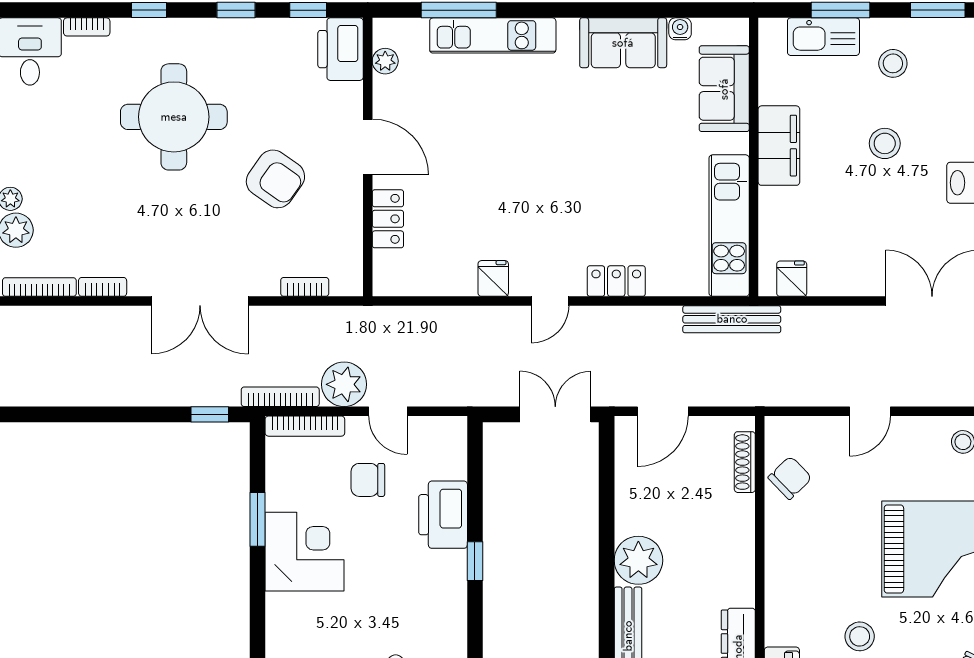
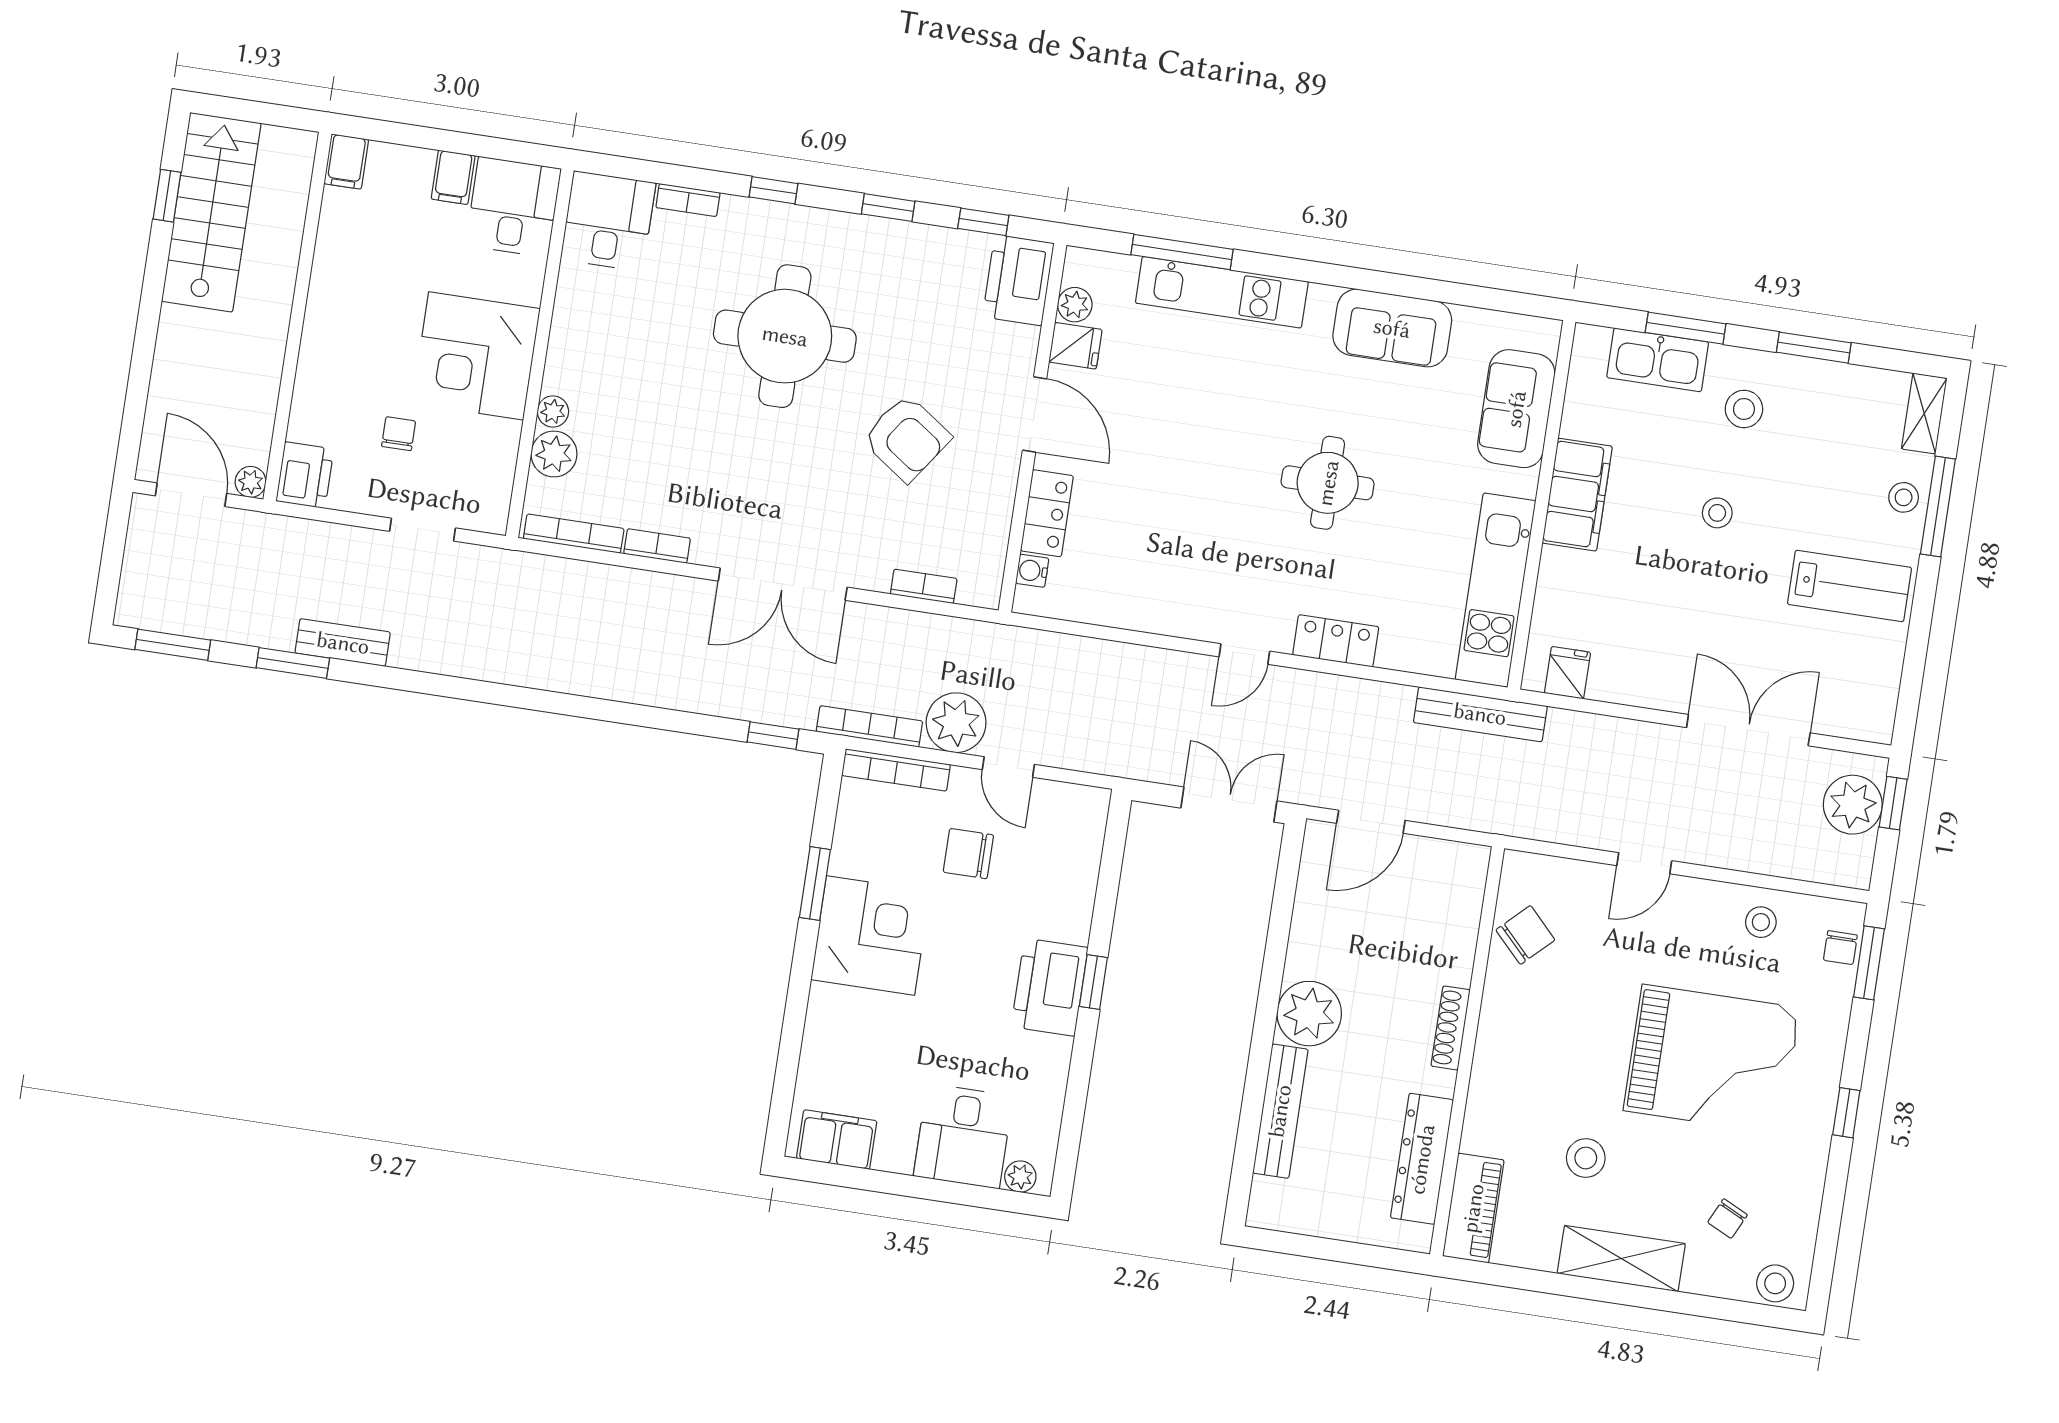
water cooler: (680, 29) -> (1032, 571), moved, turned -90
stool: (885, 143) -> (1717, 513), width x0.73, depth x0.73
round table: (593, 165) -> (1328, 483), added
fridge: (493, 278) -> (1075, 346), moved, turned 90
shoe rack: (745, 462) -> (1451, 1028), moved
printer: (443, 515) -> (1050, 987), moved

